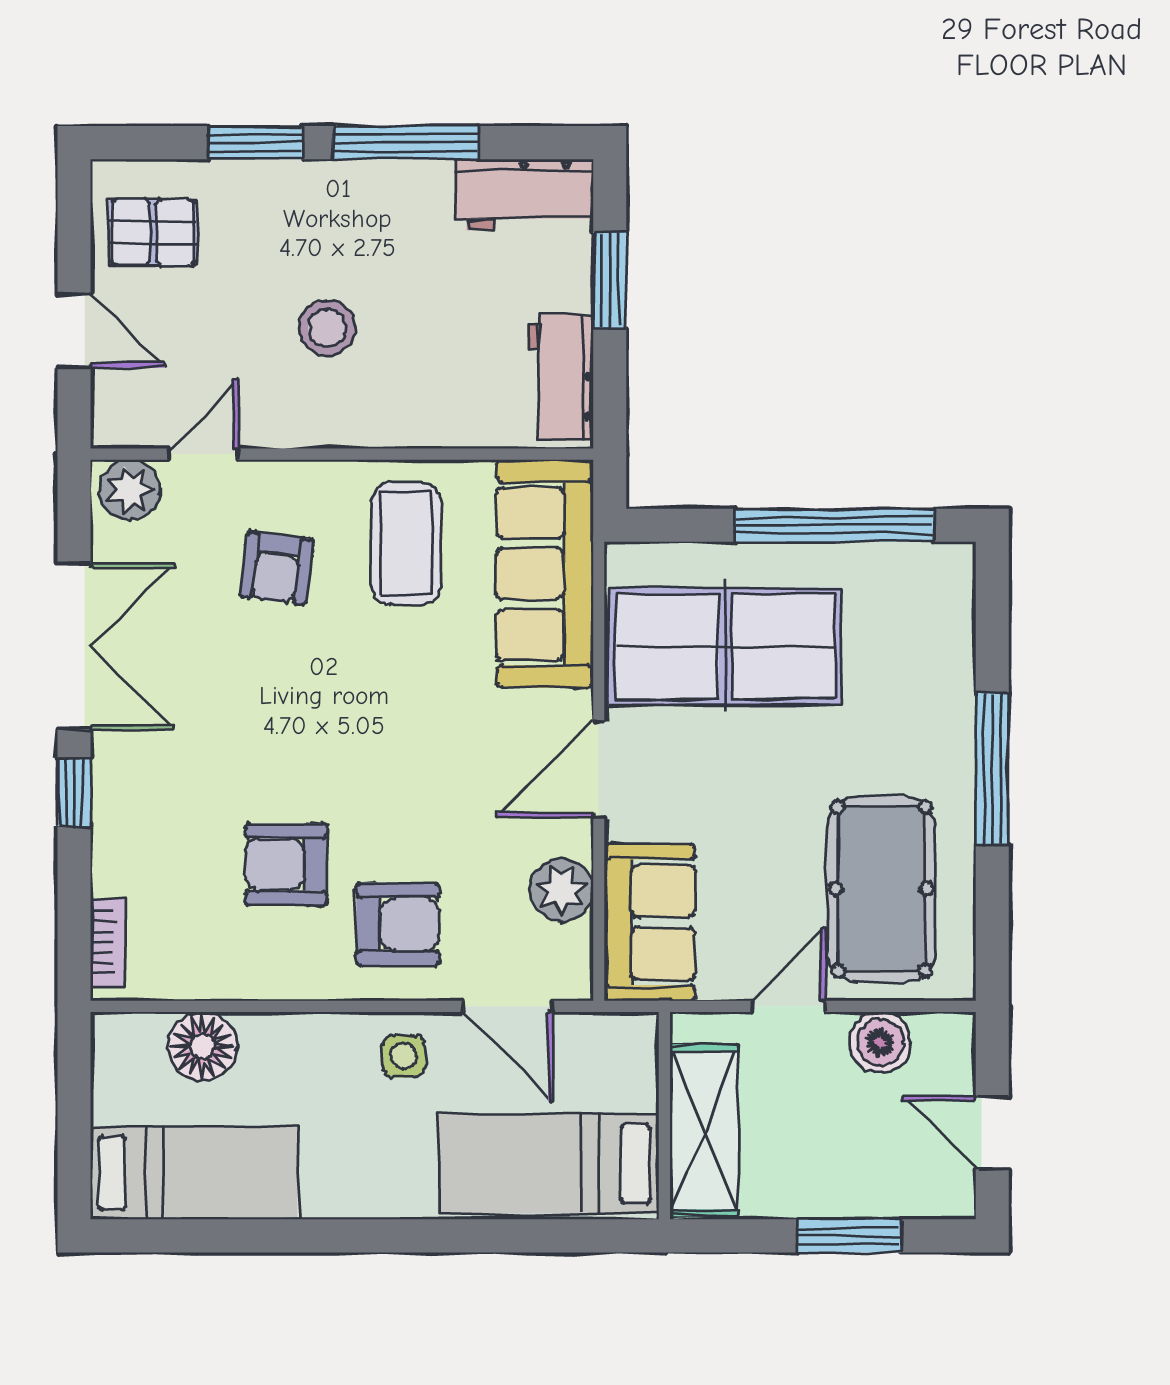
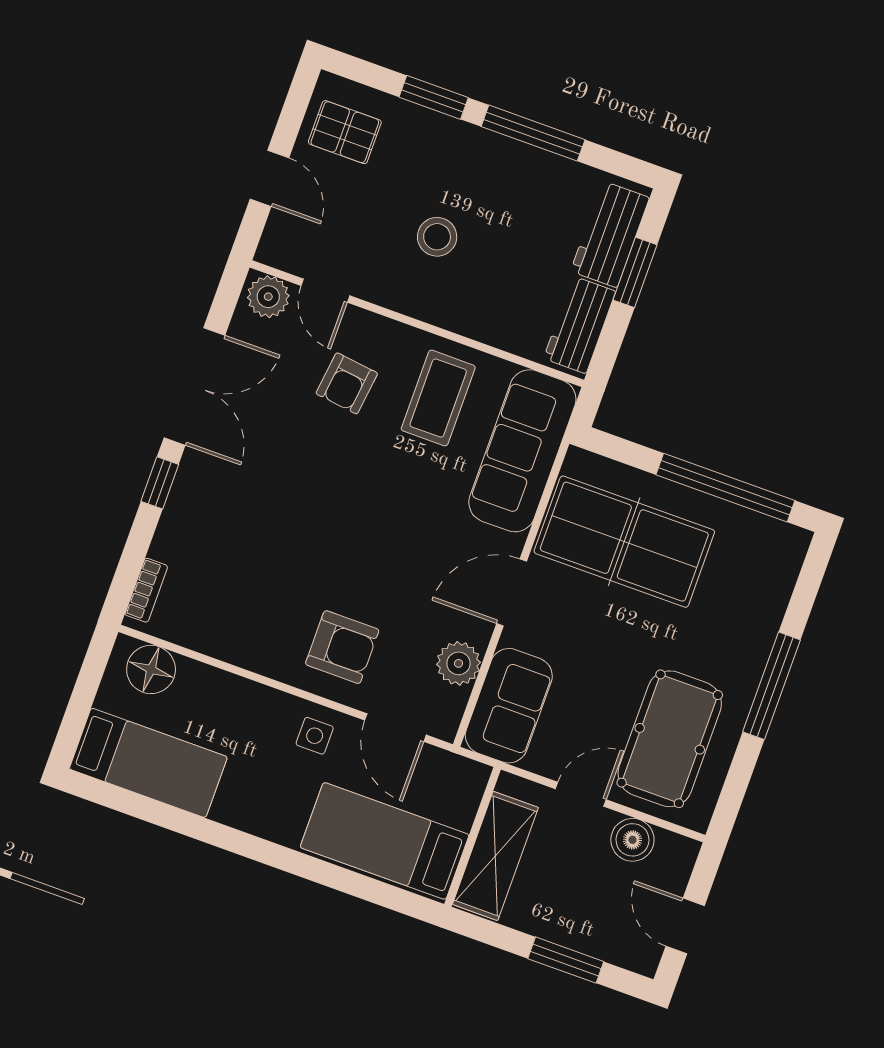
workbench: (525, 195) -> (610, 234), moved, turned 90
door: (203, 454) -> (325, 291), swing flipped
armchair: (286, 864) -> (283, 581), removed
floor lamp: (202, 1046) -> (151, 669), moved

